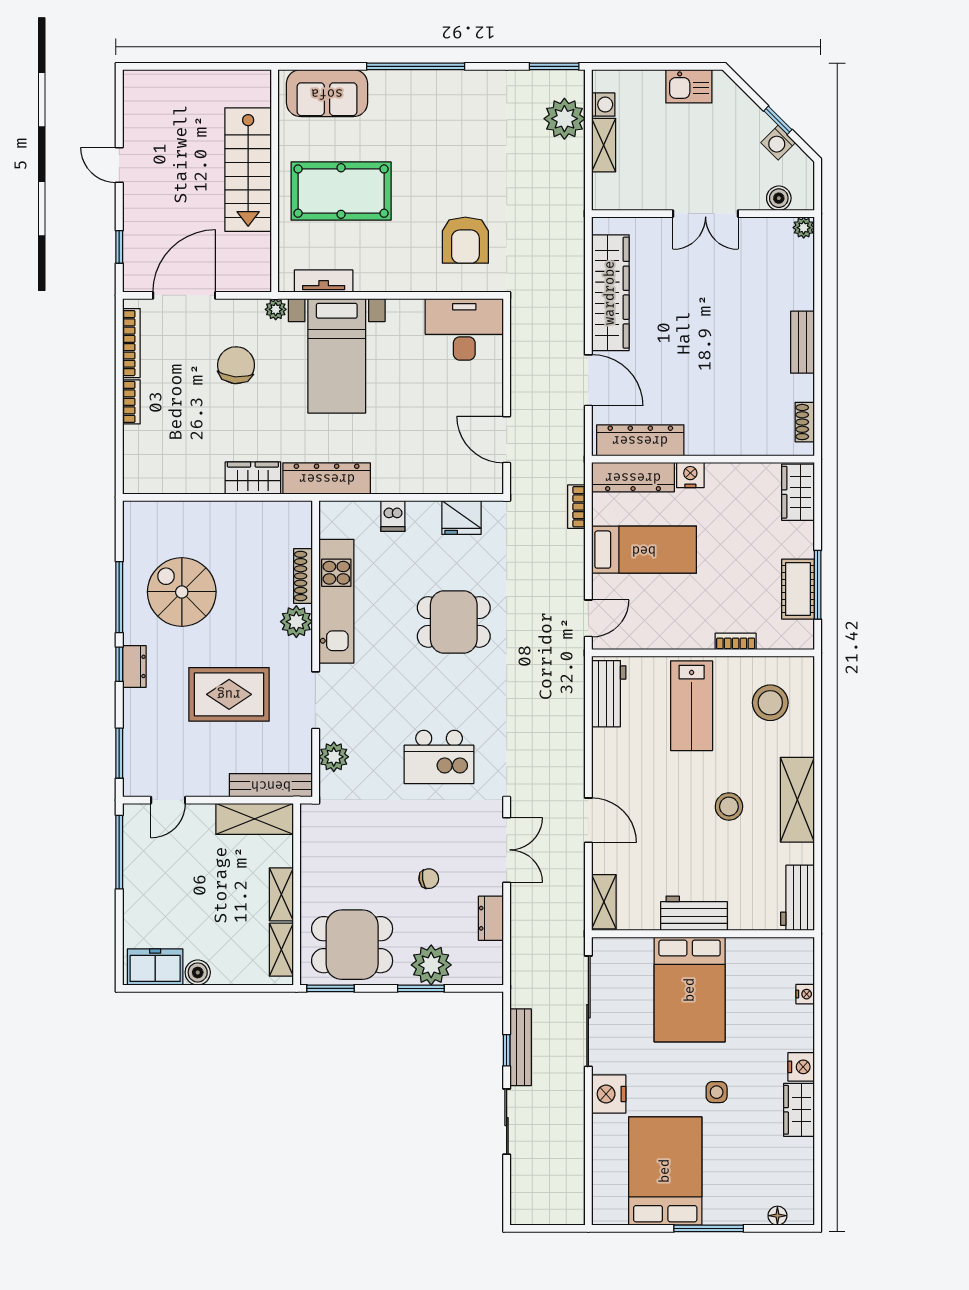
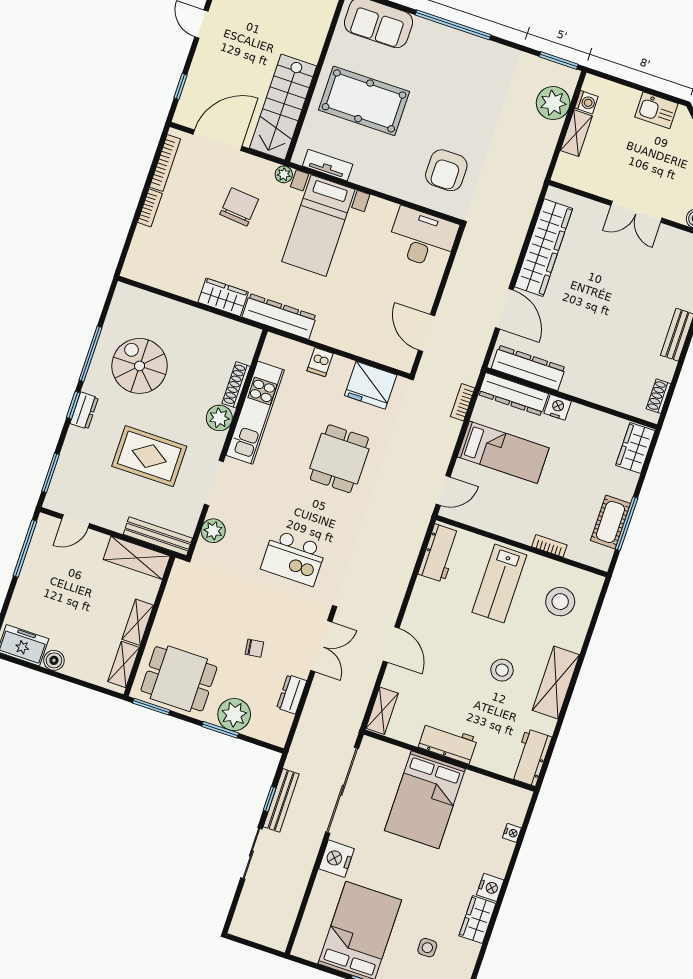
stairs: (248, 170) -> (283, 107), moved
fridge: (461, 517) -> (371, 385), width x1.36, depth x1.34
dining table: (454, 622) -> (339, 459), turned 90
side table: (717, 1092) -> (427, 948), moved

